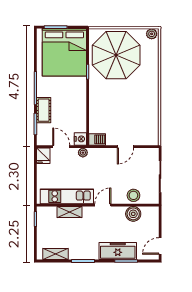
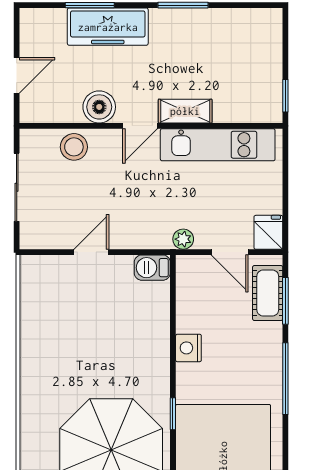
cot: (44, 110) -> (268, 293), moved
nightstand: (80, 139) -> (188, 348), moved
shelving: (69, 212) -> (185, 111), moved
boiler: (133, 214) -> (99, 107), moved
door: (160, 246) -> (17, 75), moved
shelving: (55, 254) -> (242, 20), removed

